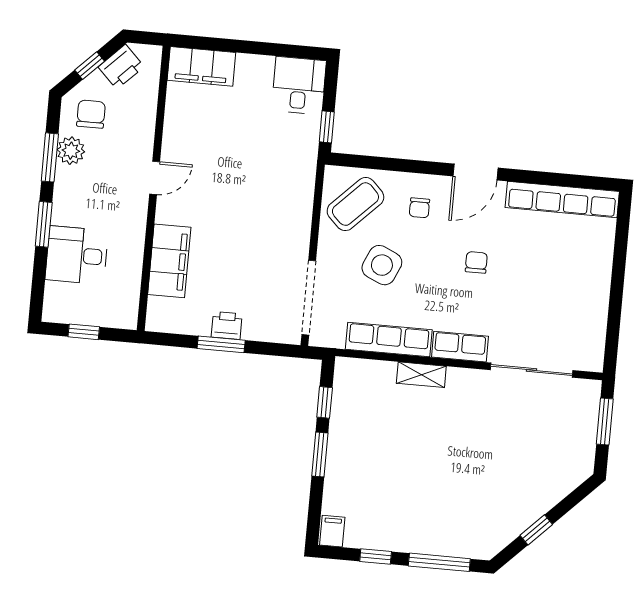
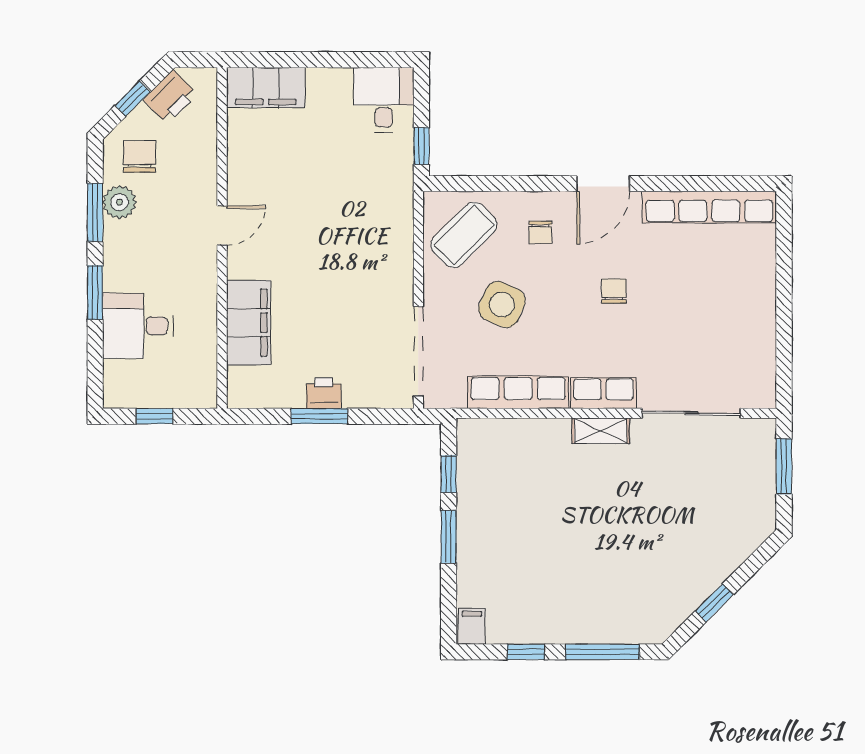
shelving: (421, 375) -> (601, 431), moved

